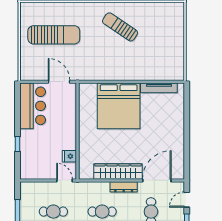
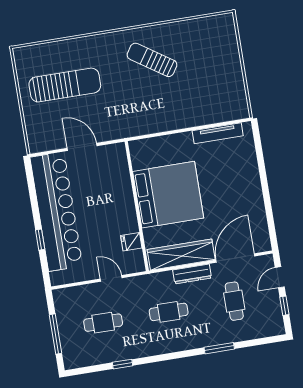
bar counter: (33, 106) -> (56, 212), width x1.86
bed: (119, 106) -> (168, 195), moved, turned -90
wall: (77, 131) -> (137, 206), moved
fridge: (69, 156) -> (131, 242), moved

